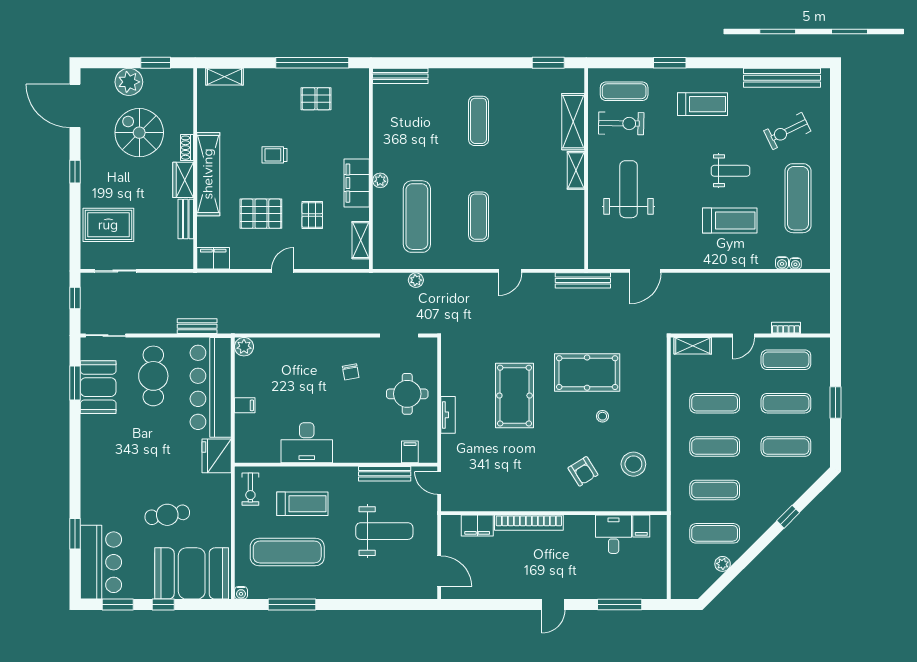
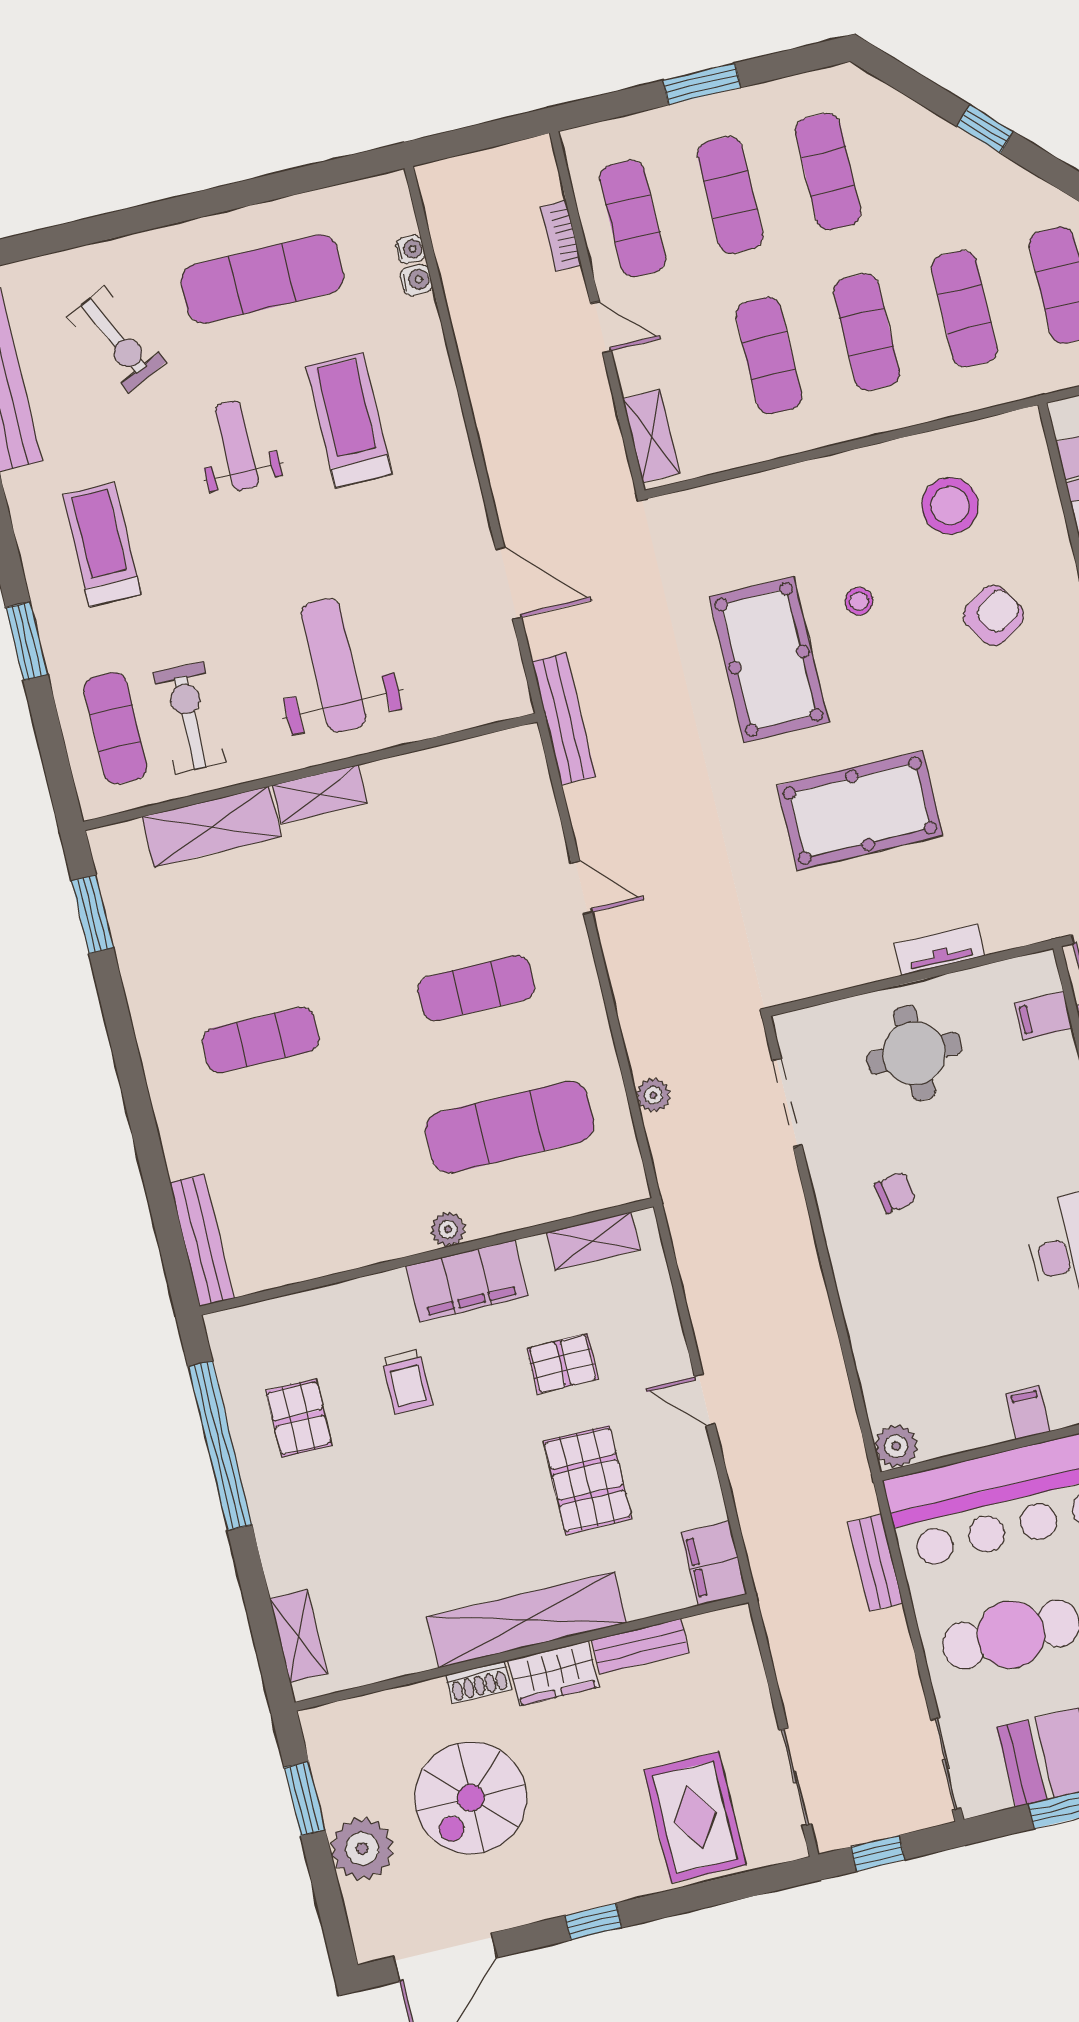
trolley: (275, 155) -> (407, 1382), moved
weight bench: (629, 189) -> (334, 665), turned 90

